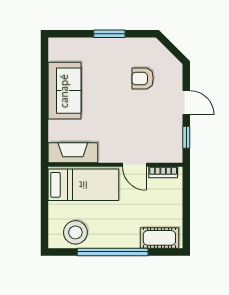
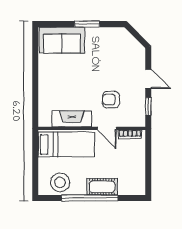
armchair: (143, 79) -> (111, 100), moved
sofa: (64, 91) -> (62, 40), moved, turned 90
fireplace: (73, 153) -> (72, 119), moved
cot: (159, 238) -> (102, 187), moved

